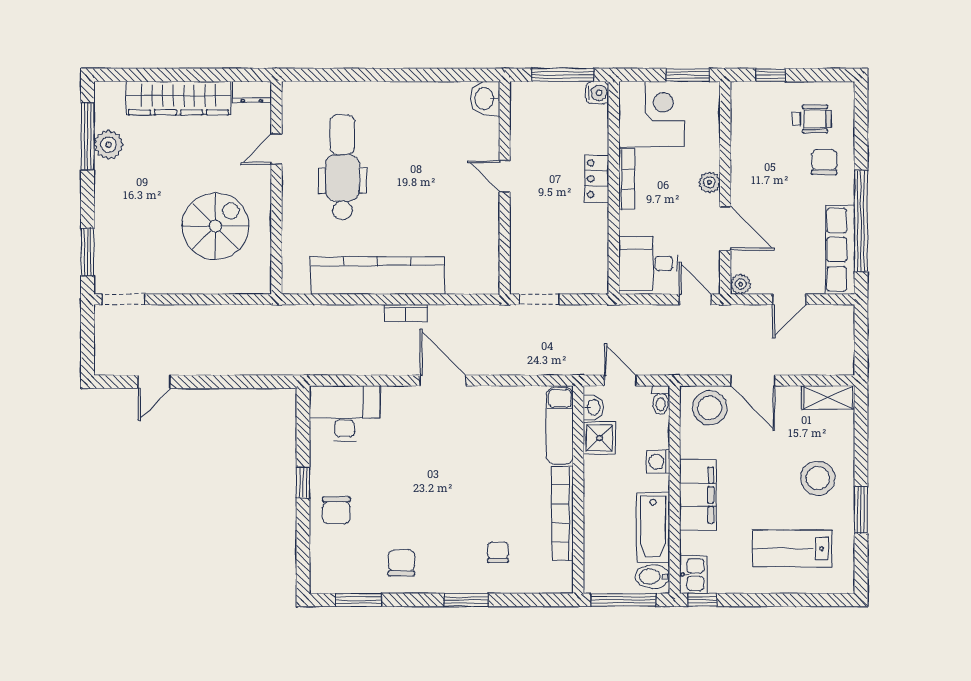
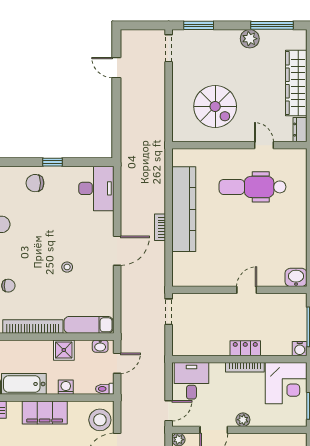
plant: (109, 145) -> (250, 39), moved
dental chair: (342, 167) -> (252, 187), turned 180
shower: (599, 438) -> (64, 350), moved
stool: (469, 460) -> (67, 267), added

